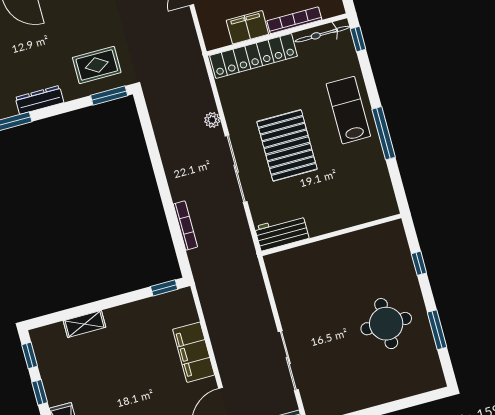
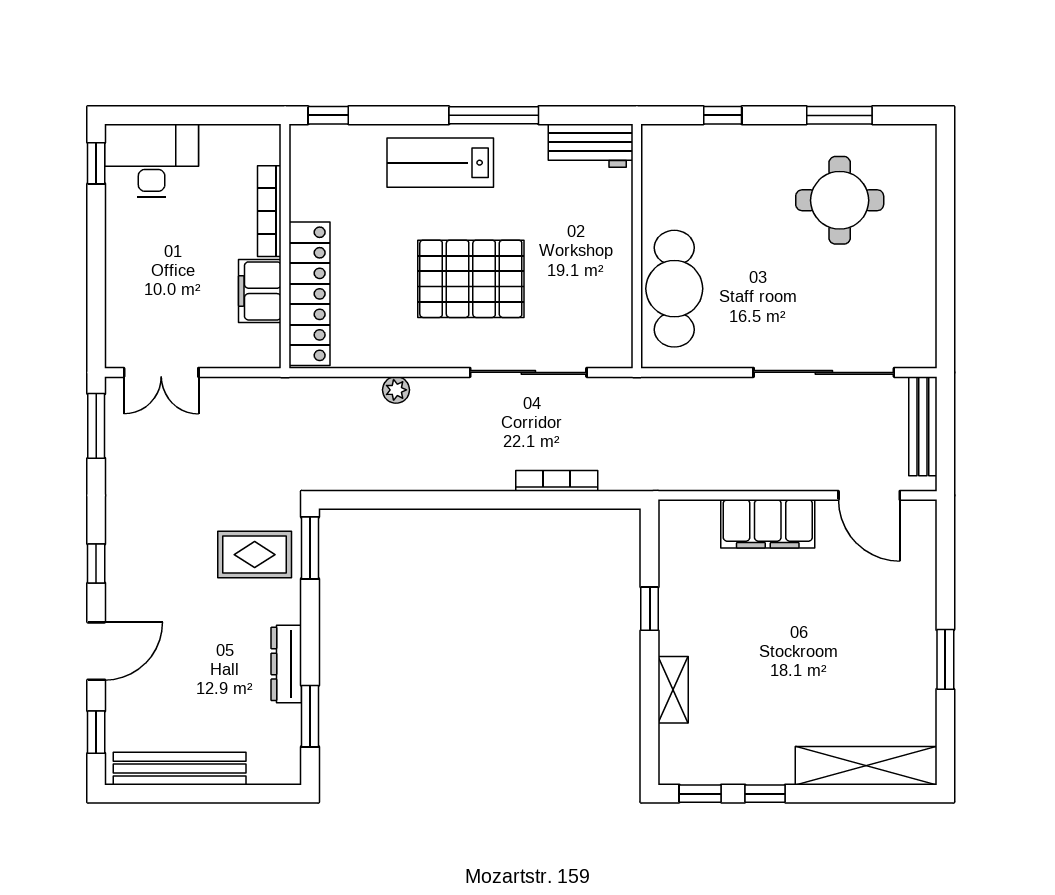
bicycle: (322, 34) -> (304, 172), removed
rug: (97, 65) -> (255, 555), turned 90
sliding door: (236, 169) -> (528, 372), moved
workbench: (282, 232) -> (591, 146), moved, turned -90
cafe table: (313, 263) -> (674, 289), added
window: (164, 288) -> (650, 609), moved
round table: (386, 324) -> (840, 200), moved
sliding door: (288, 361) -> (824, 372), width x1.36

